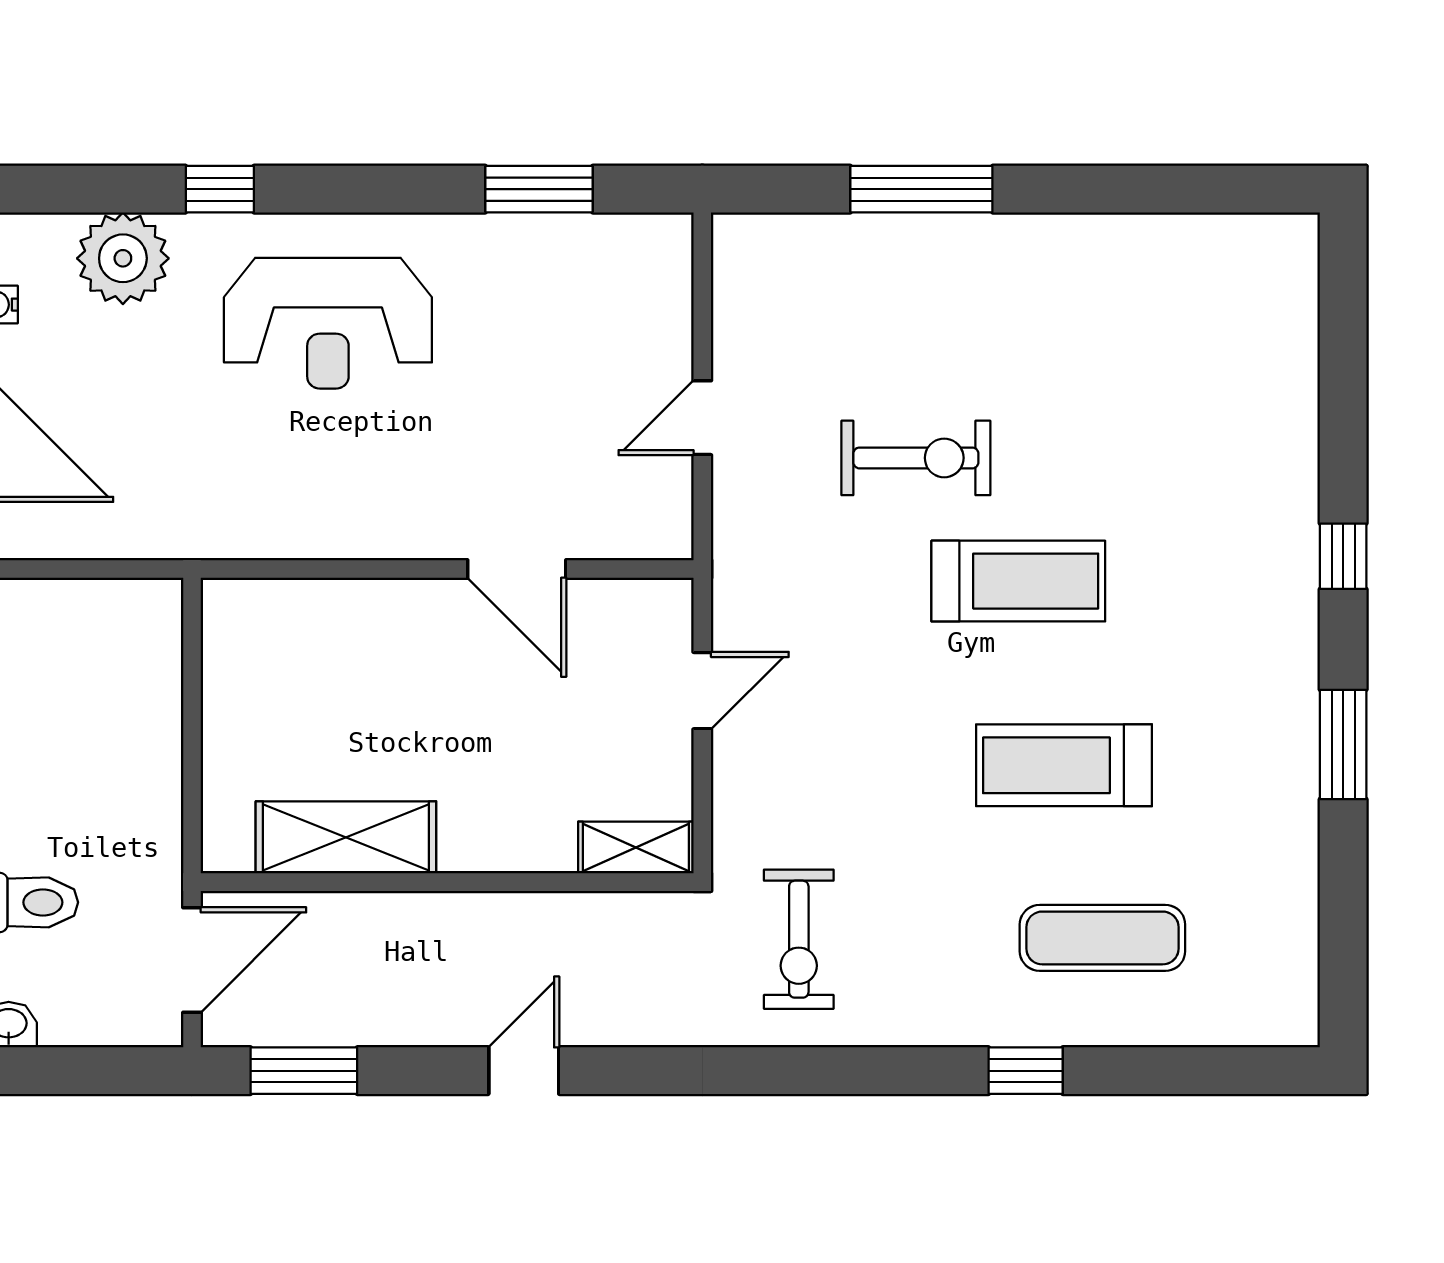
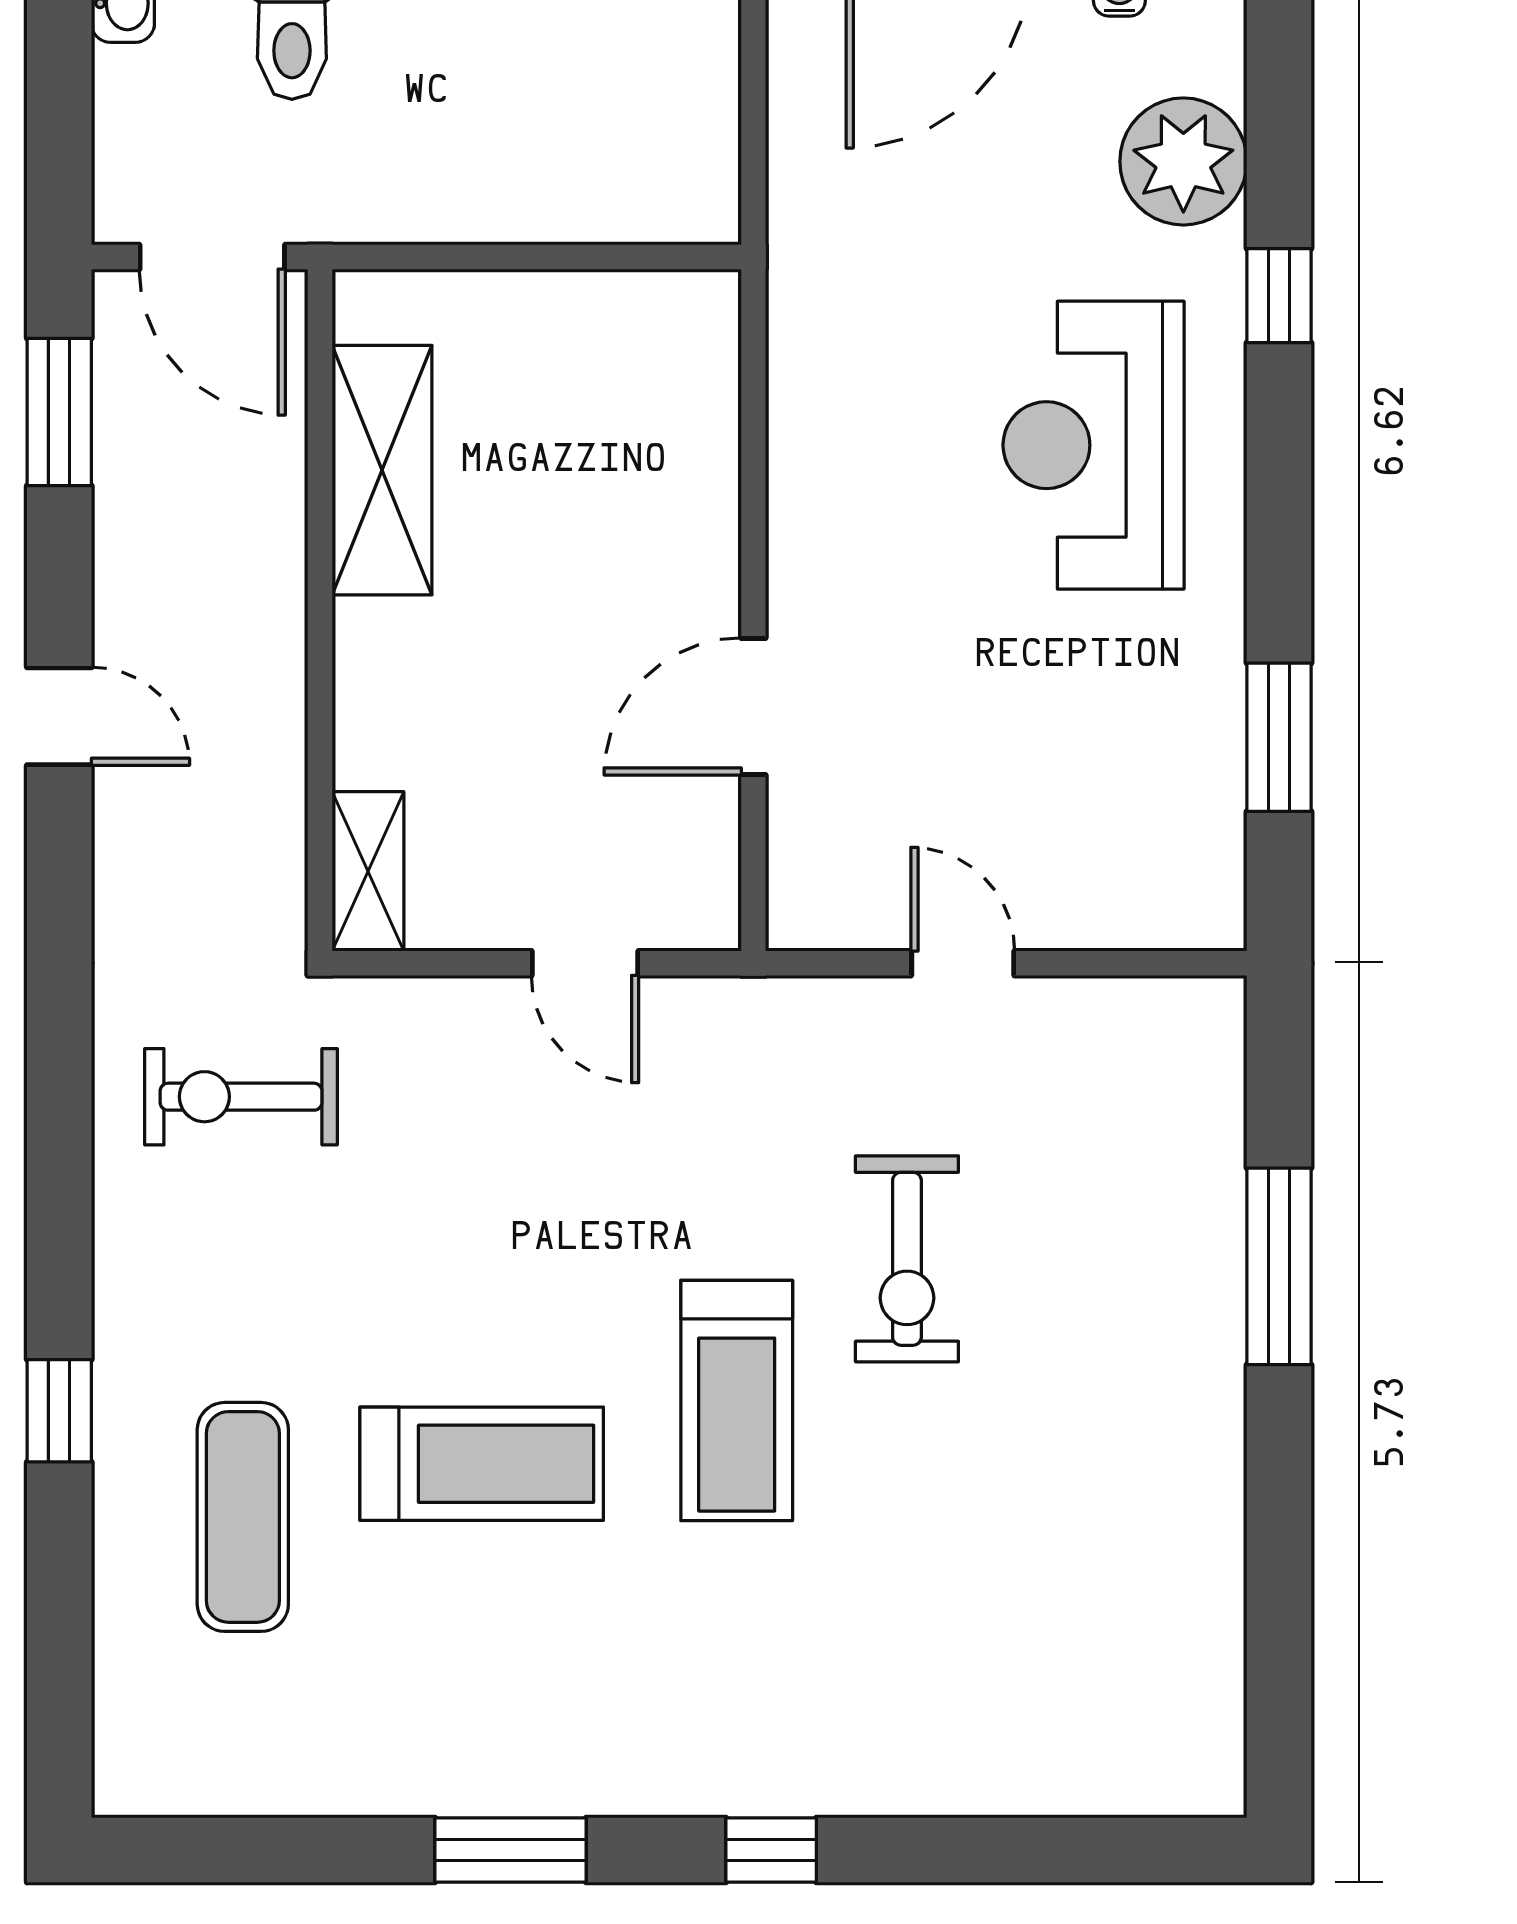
treadmill: (1064, 765) -> (482, 1464), turned 90

